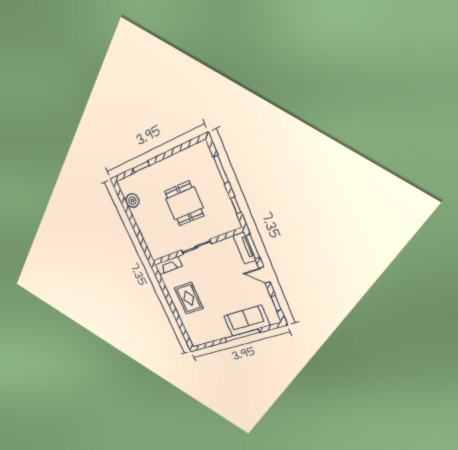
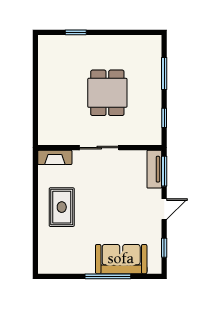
plant: (132, 201) -> (47, 65), removed
door: (264, 275) -> (164, 209), swing flipped

